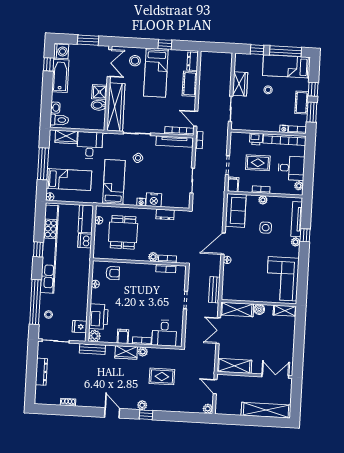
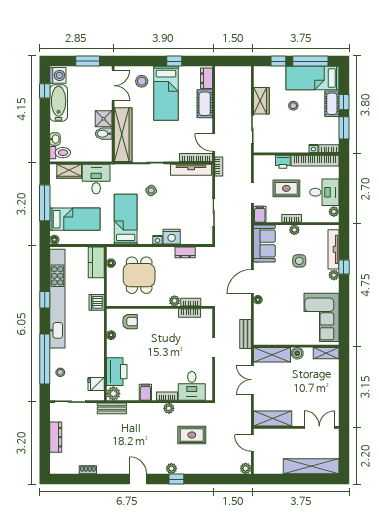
cot: (302, 103) -> (332, 104), moved
dishwasher: (85, 241) -> (97, 302), moved
wardrobe: (126, 352) -> (150, 410), removed

